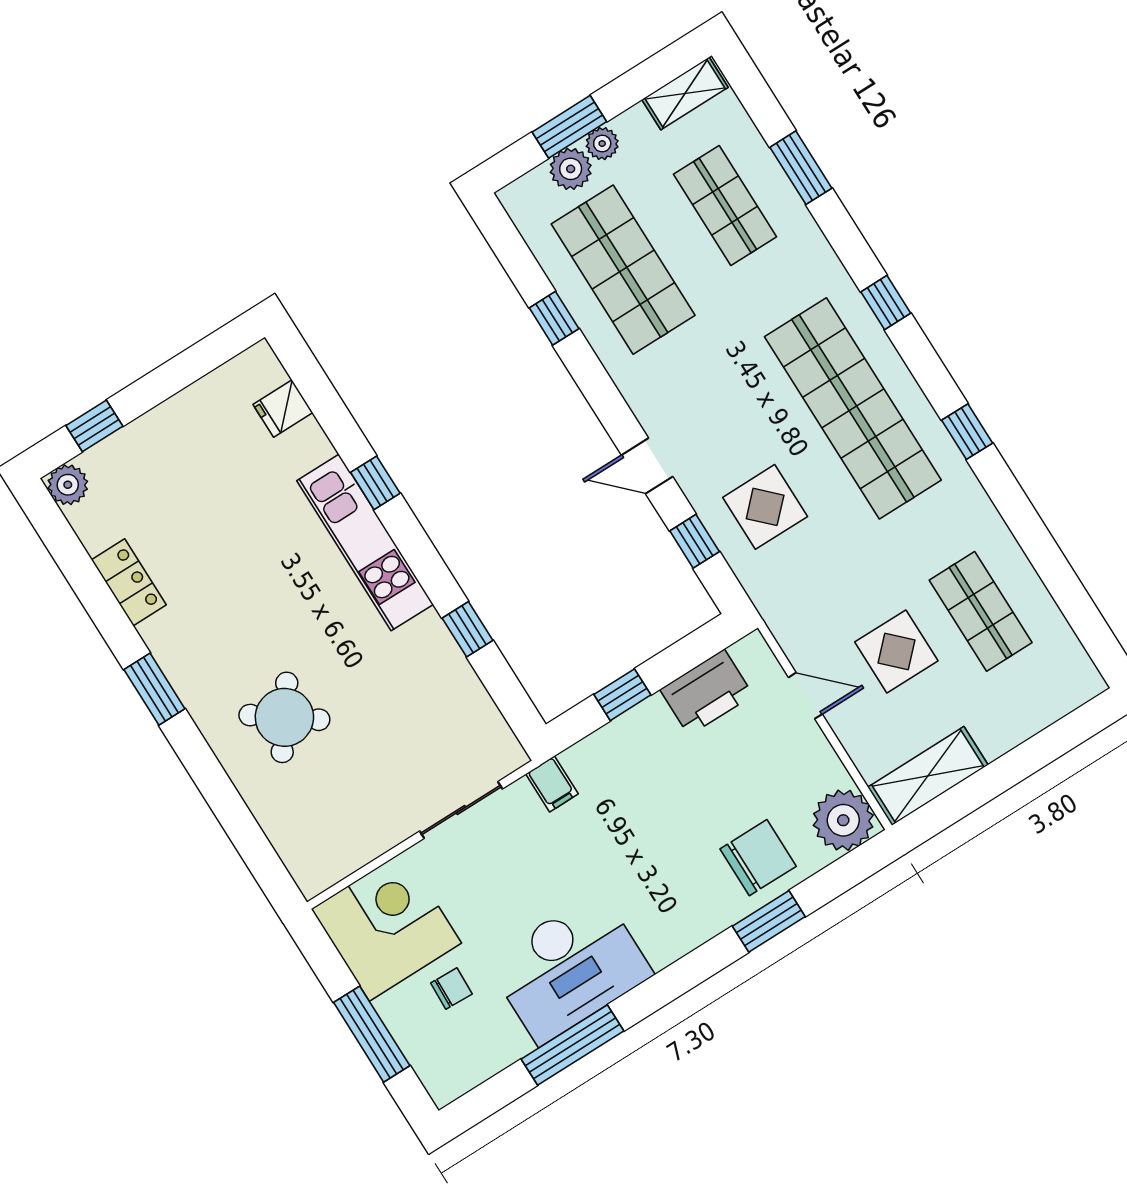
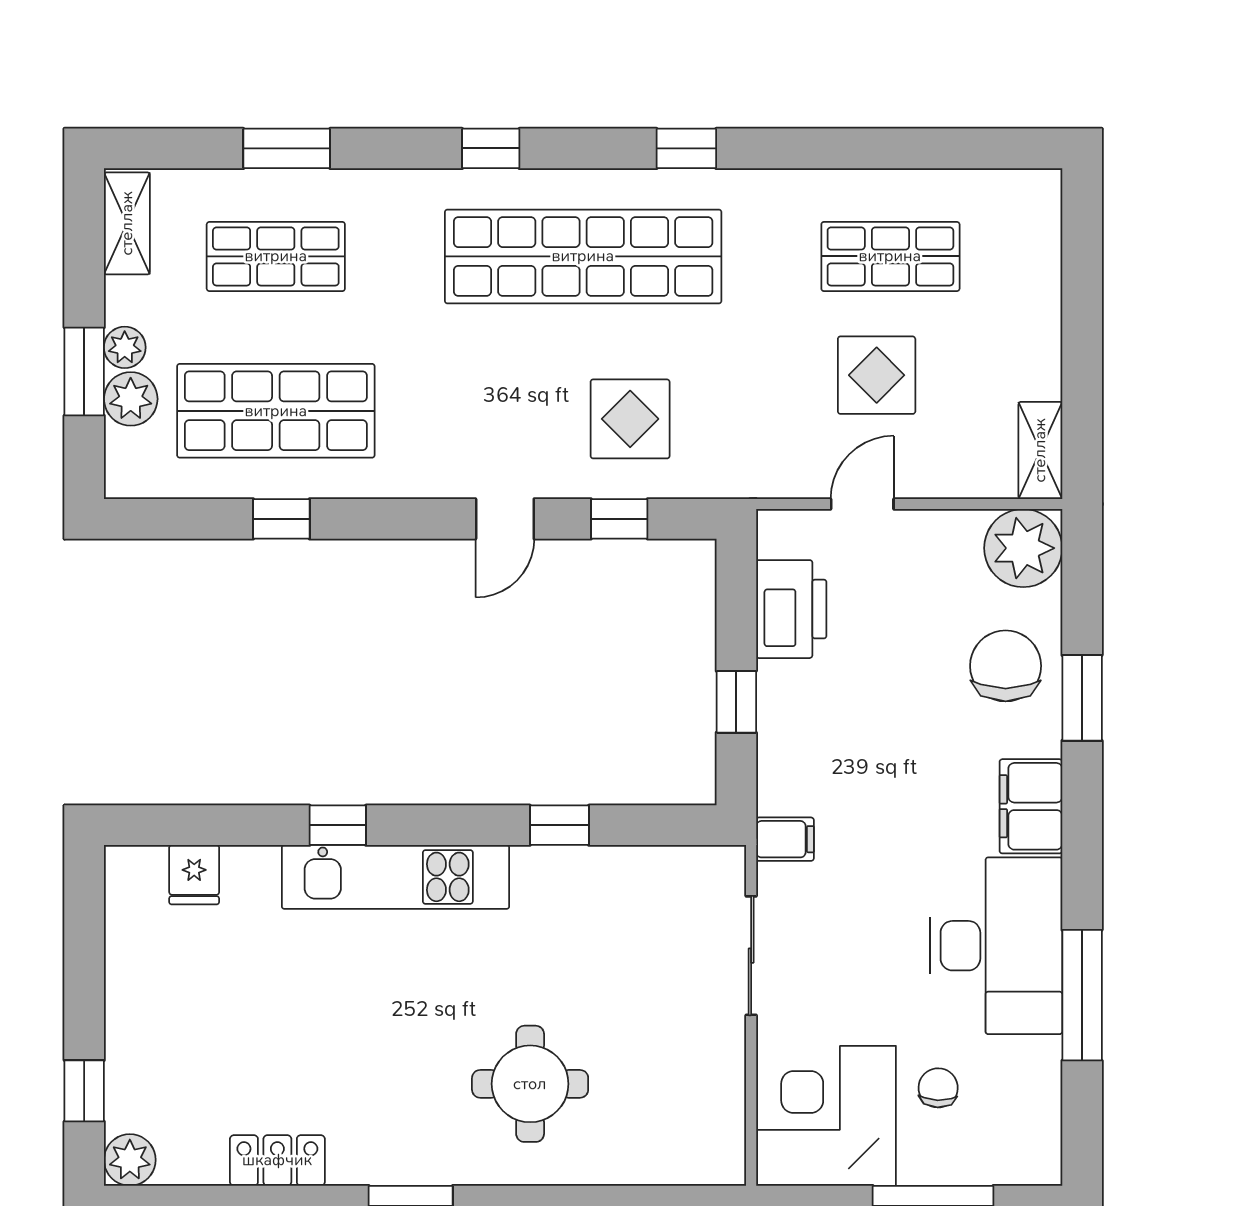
round table: (284, 717) -> (530, 1084), turned -36
shelving: (928, 776) -> (1040, 450), width x0.67, depth x0.75
filing cabinet: (676, 933) -> (1031, 806), added

